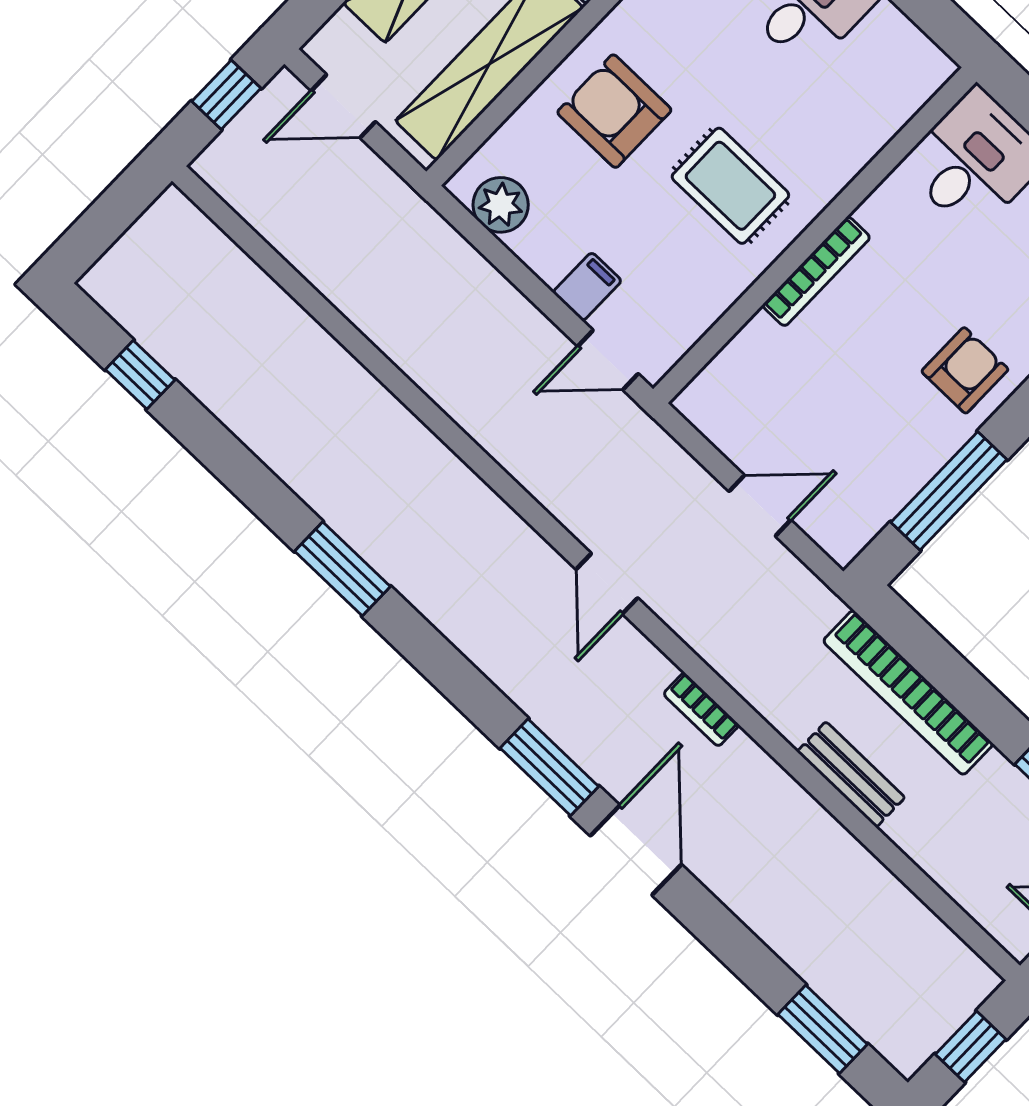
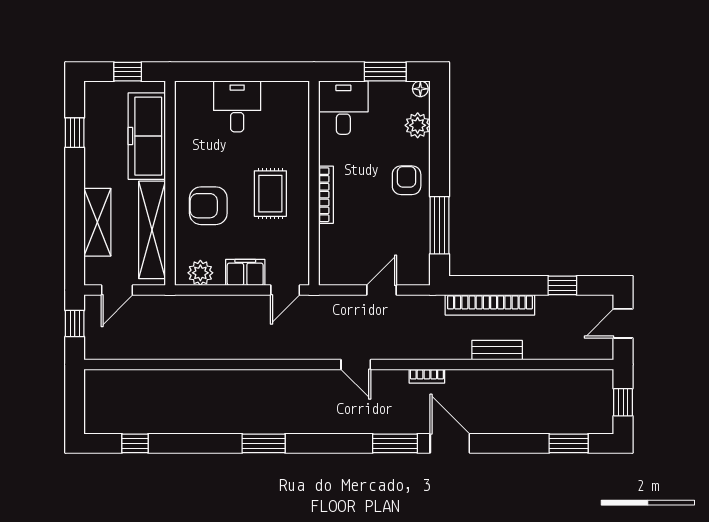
rug: (730, 186) -> (270, 194), turned 90
filing cabinet: (587, 287) -> (245, 272), width x2.00

